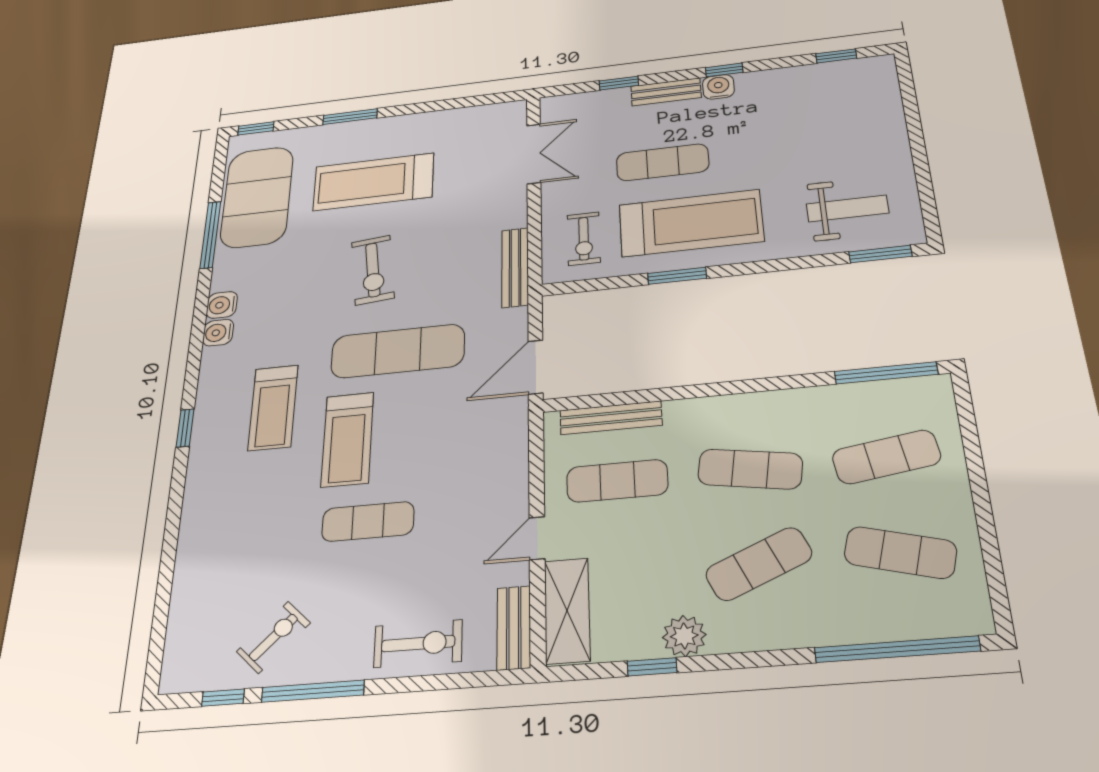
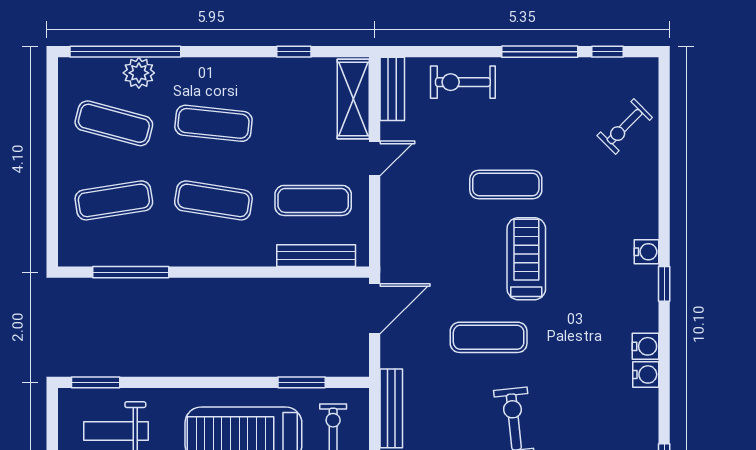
window: (677, 276) -> (302, 382), moved
water cooler: (222, 305) -> (645, 346), moved
exercise mat: (398, 351) -> (489, 337), width x0.73, depth x0.69
window: (886, 373) -> (131, 272), moved
treadmill: (273, 407) -> (591, 295), removed
water cooler: (202, 461) -> (646, 252), added
exercise mat: (759, 564) -> (213, 123), turned 30
plant: (684, 636) -> (139, 73), moved
exercise bike: (273, 637) -> (625, 127), moved

